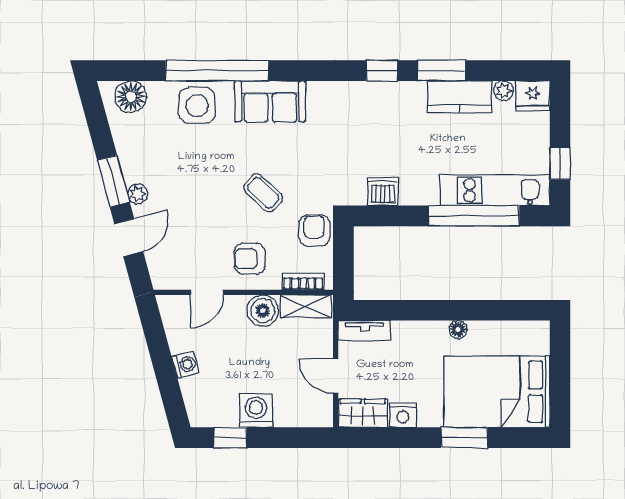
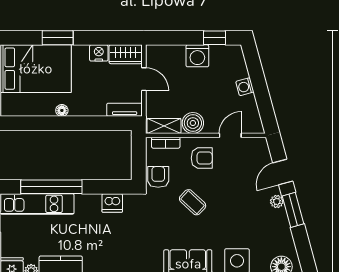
armchair: (314, 230) -> (158, 177), turned 180

